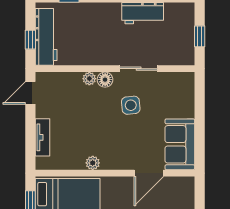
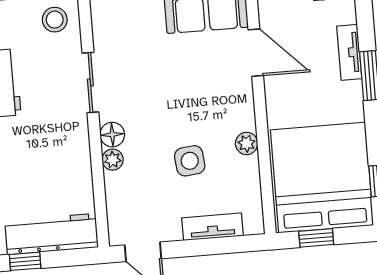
window: (30, 40) -> (25, 261), moved
stool: (179, 50) -> (55, 20), added
side table: (131, 105) -> (190, 161), moved

